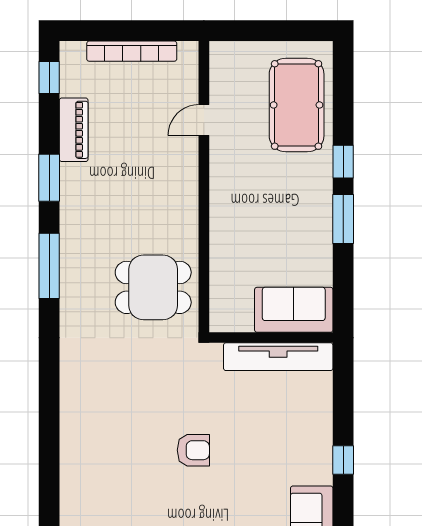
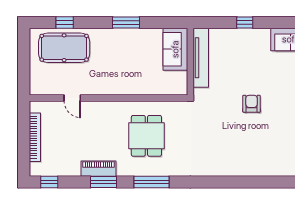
piano: (74, 130) -> (99, 169), moved
window: (343, 162) -> (65, 22), moved
dining table: (153, 287) -> (146, 136), moved
window: (343, 460) -> (245, 22), moved

